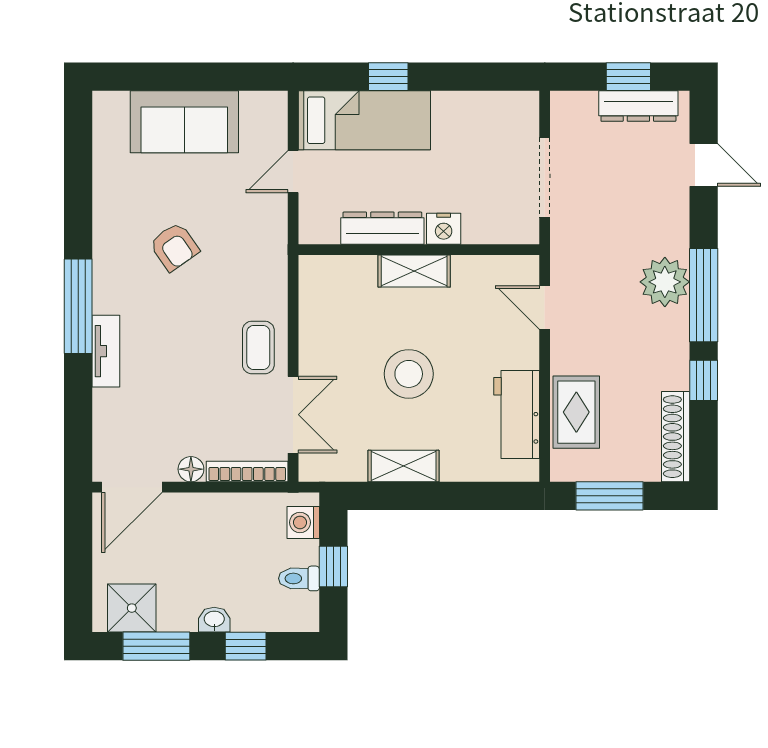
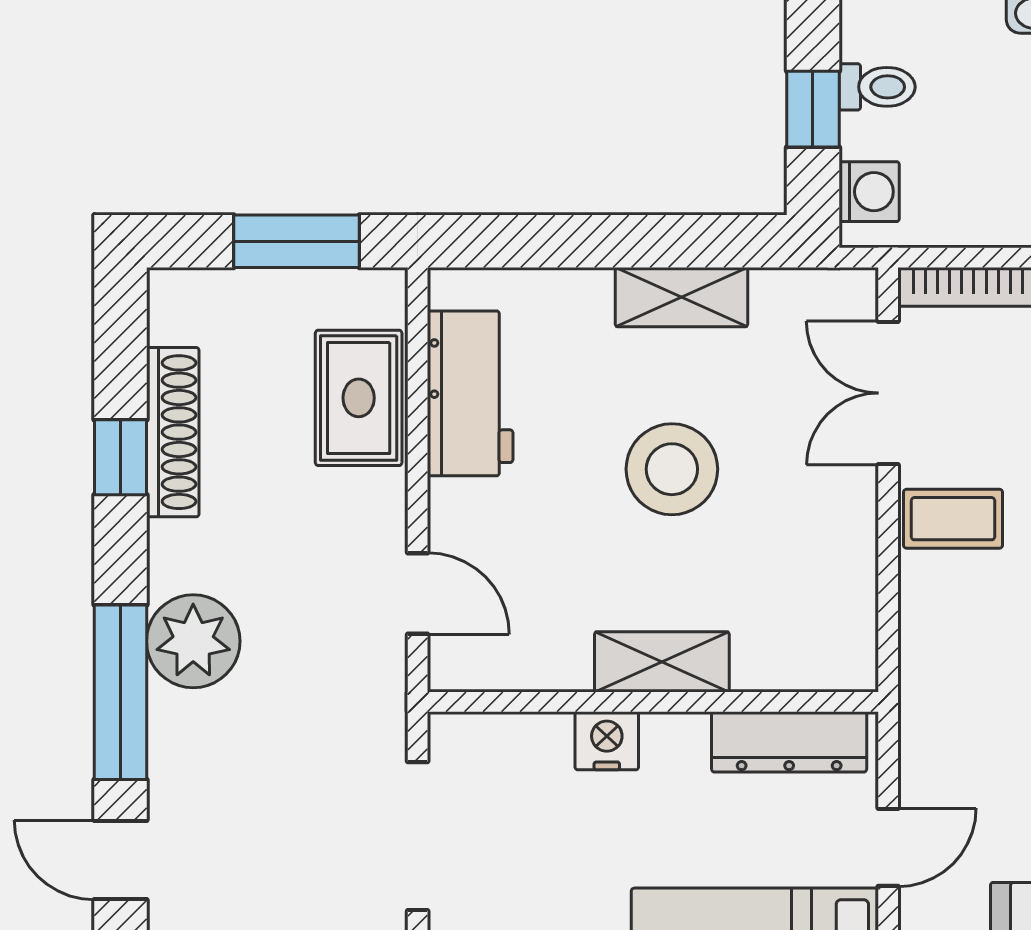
dresser: (382, 228) -> (789, 742), moved
window: (704, 295) -> (120, 692), moved
coffee table: (258, 347) -> (953, 519), turned 90
shoe rack: (676, 437) -> (173, 432), moved

